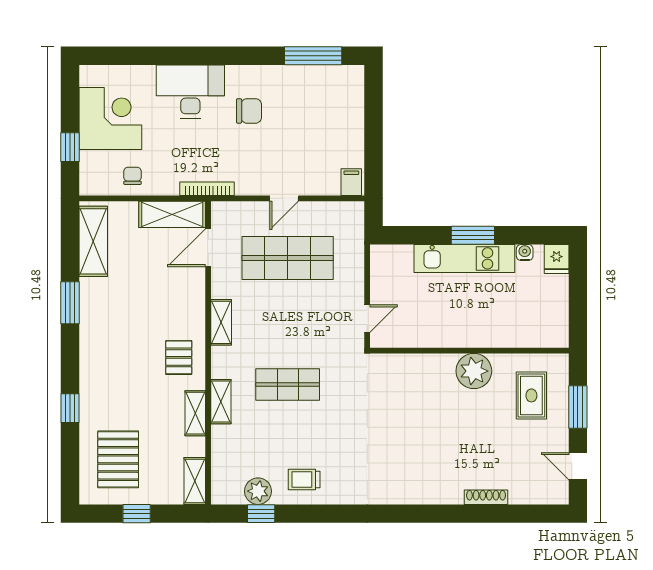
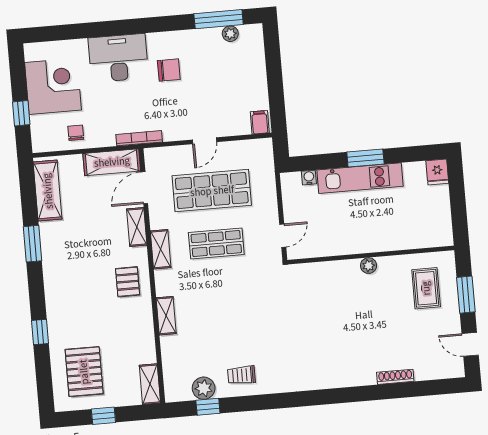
plant: (325, 74) -> (230, 34), added
water cooler: (525, 252) -> (309, 178), moved
plant: (474, 371) -> (369, 266), width x0.53, depth x0.53
shop shelf: (288, 384) -> (216, 244), moved
shelving: (195, 413) -> (137, 227), moved

